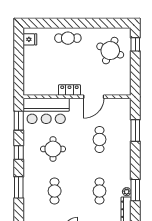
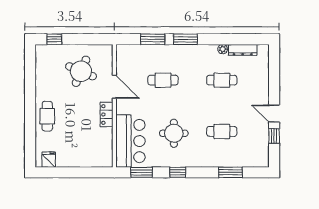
round table: (110, 51) -> (81, 71), moved
window: (19, 187) -> (230, 172), moved
window: (135, 190) -> (185, 39), moved

